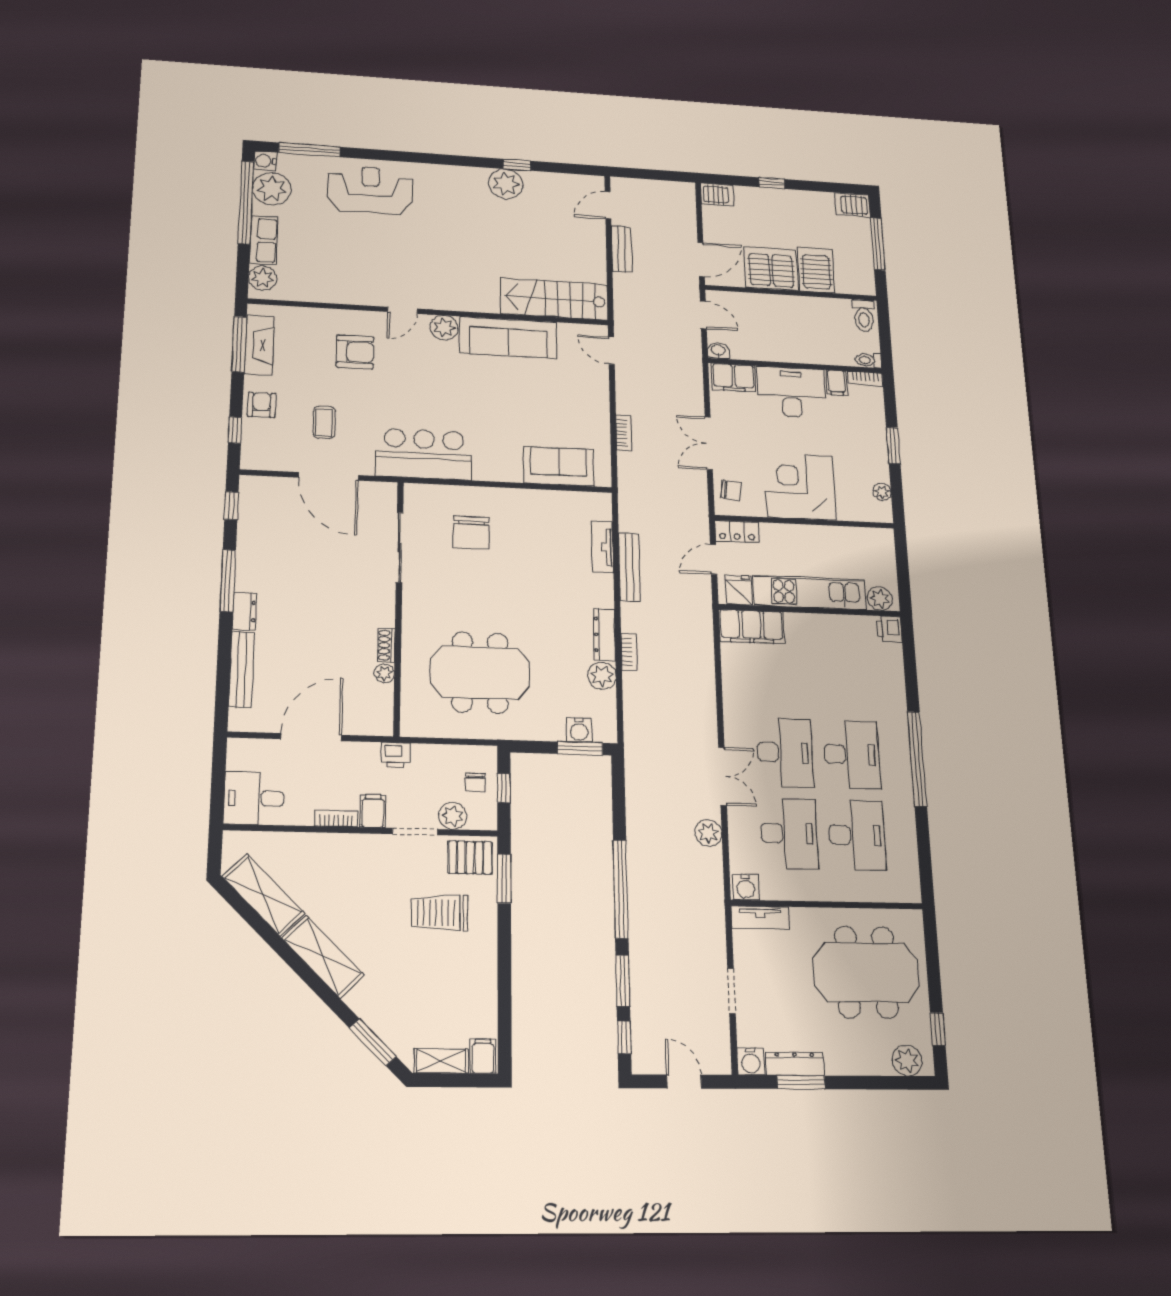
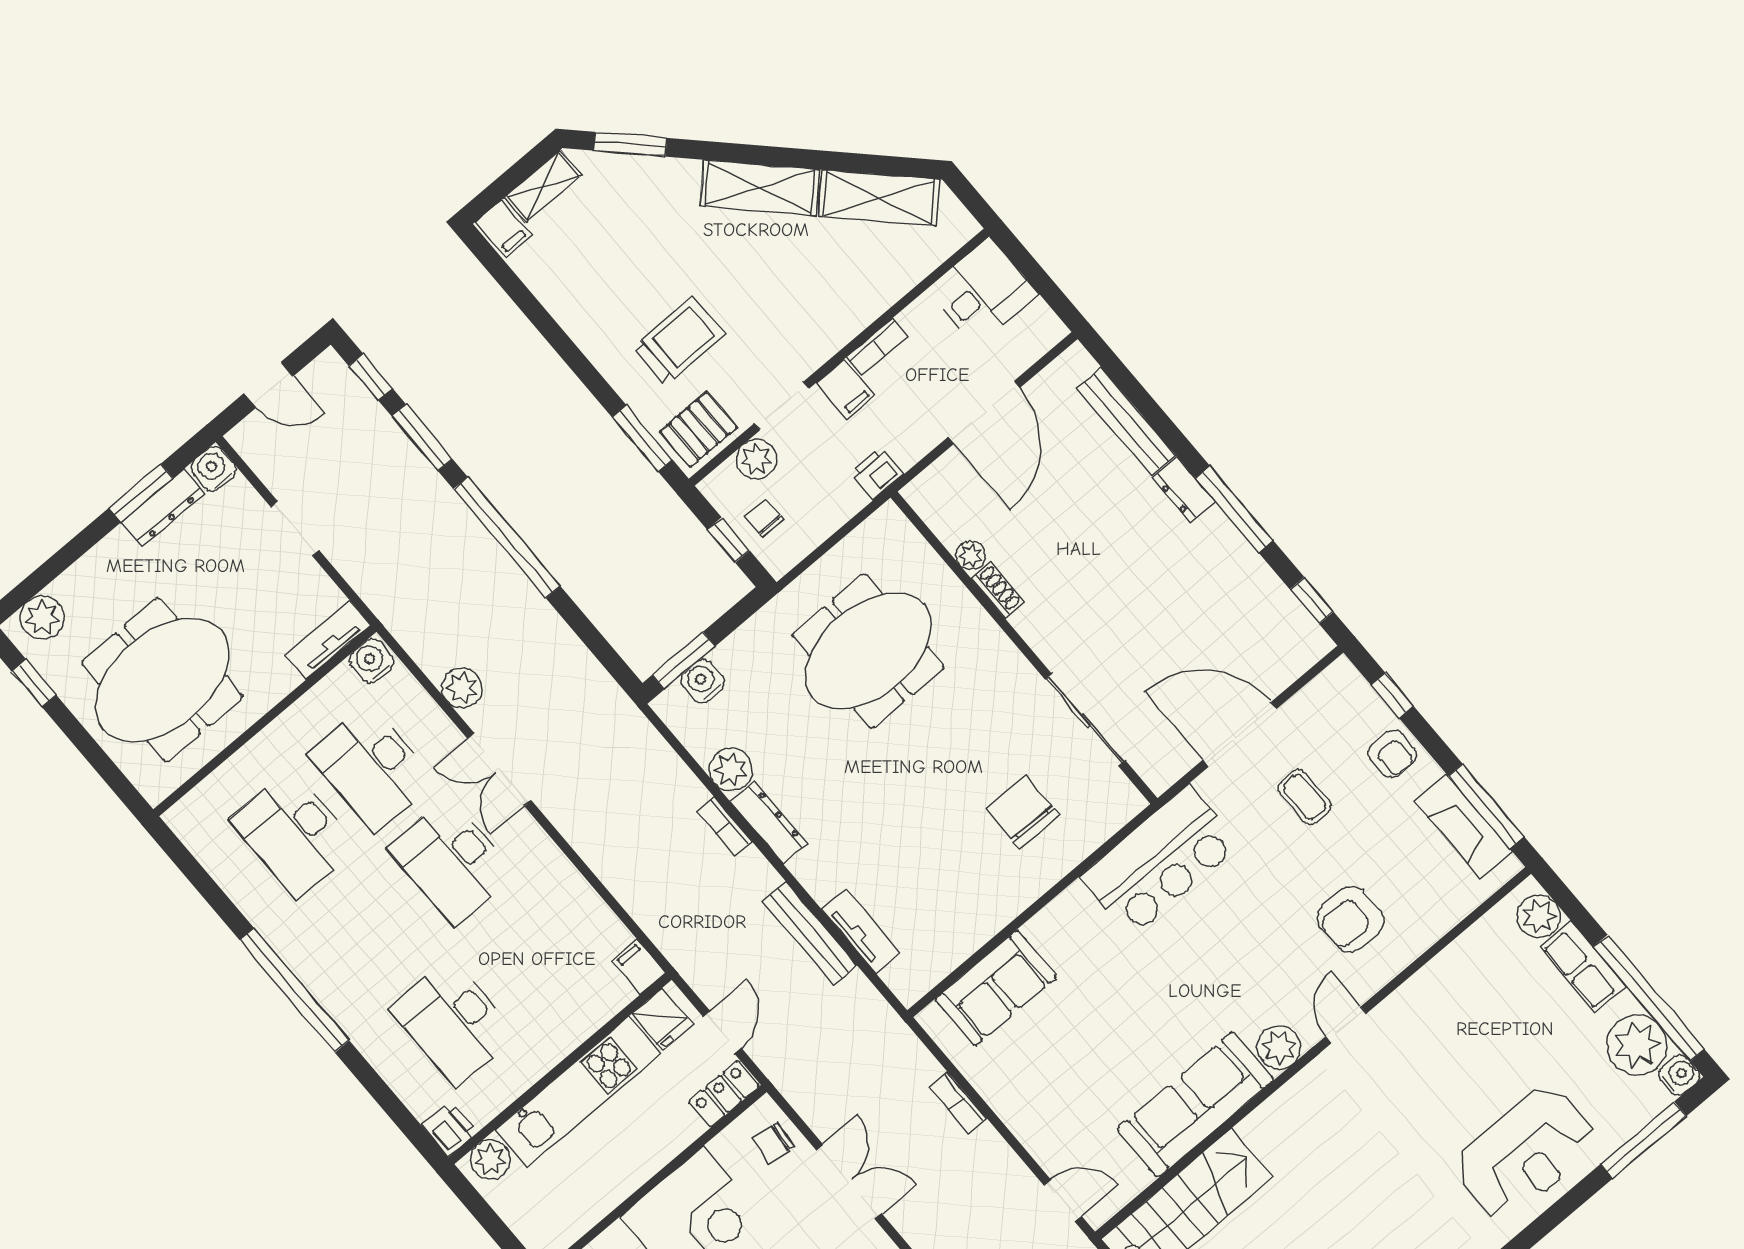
filing cabinet: (752, 627) -> (639, 967), width x0.33, depth x0.86
desk: (852, 755) -> (453, 1022), moved

